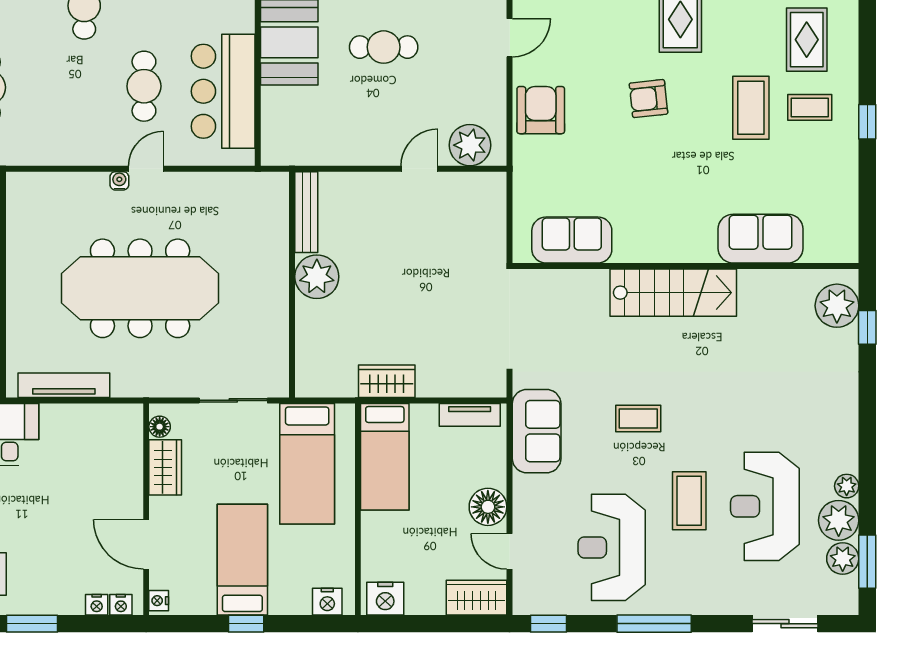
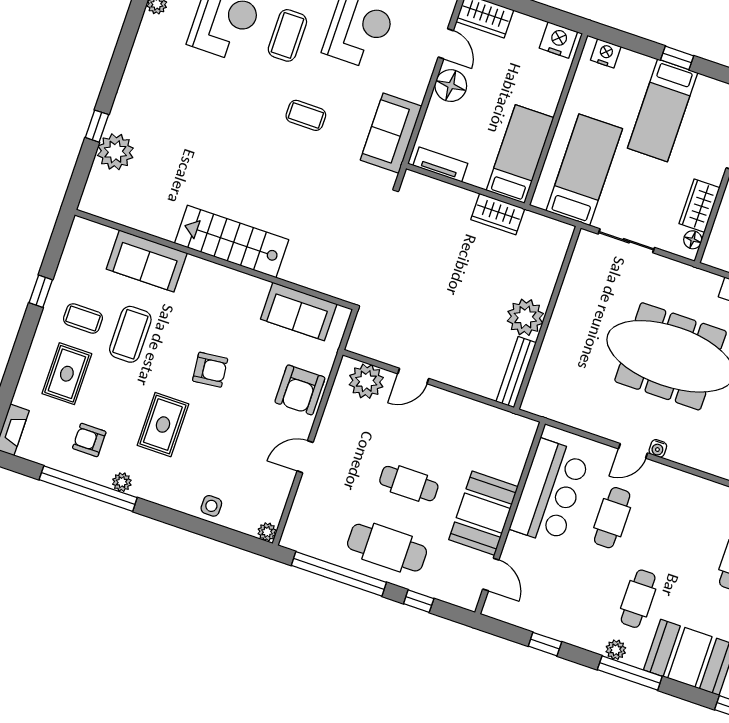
sofa: (761, 239) -> (147, 261), moved
sofa: (572, 240) -> (299, 311), moved
wall: (686, 266) -> (214, 260), moved
stairs: (673, 293) -> (232, 241), moved

